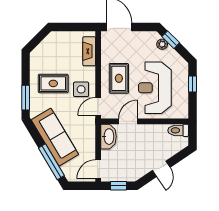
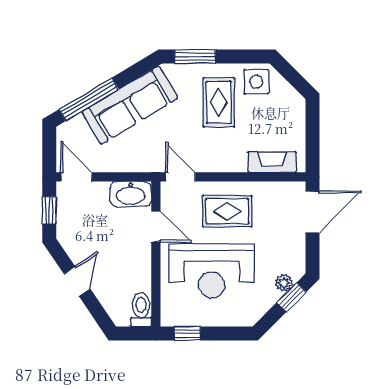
window: (193, 84) -> (187, 333), moved
reception desk: (155, 88) -> (212, 271), turned 180
side table: (81, 89) -> (256, 82), moved
door: (161, 169) -> (77, 281), swing flipped

